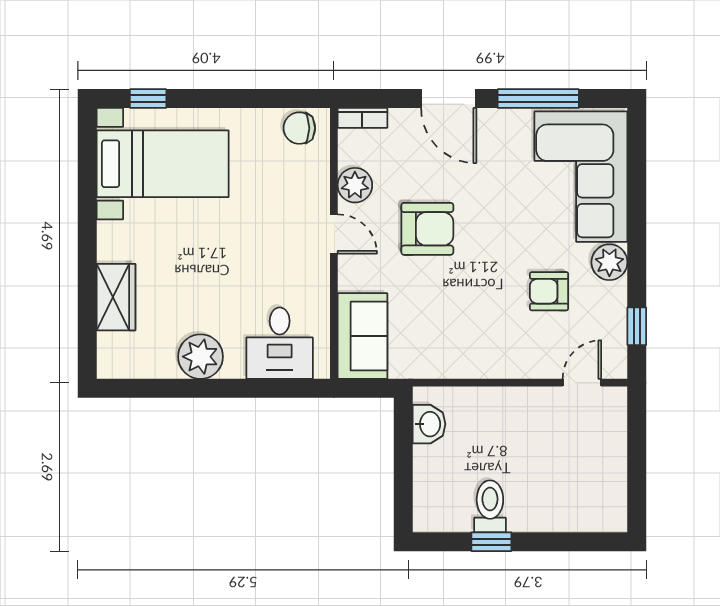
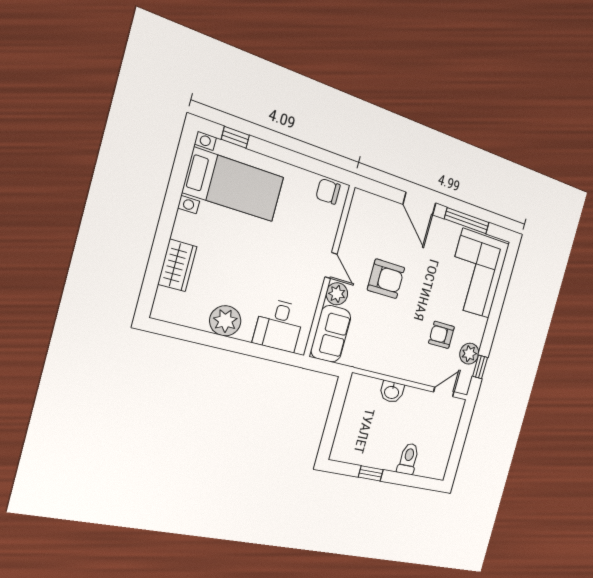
bookcase: (362, 118) -> (367, 198), removed
plant: (355, 185) -> (337, 294), moved
plant: (609, 262) -> (469, 354), moved
washbasin: (429, 424) -> (392, 392), moved, turned 90
toilet: (490, 506) -> (408, 459), moved

